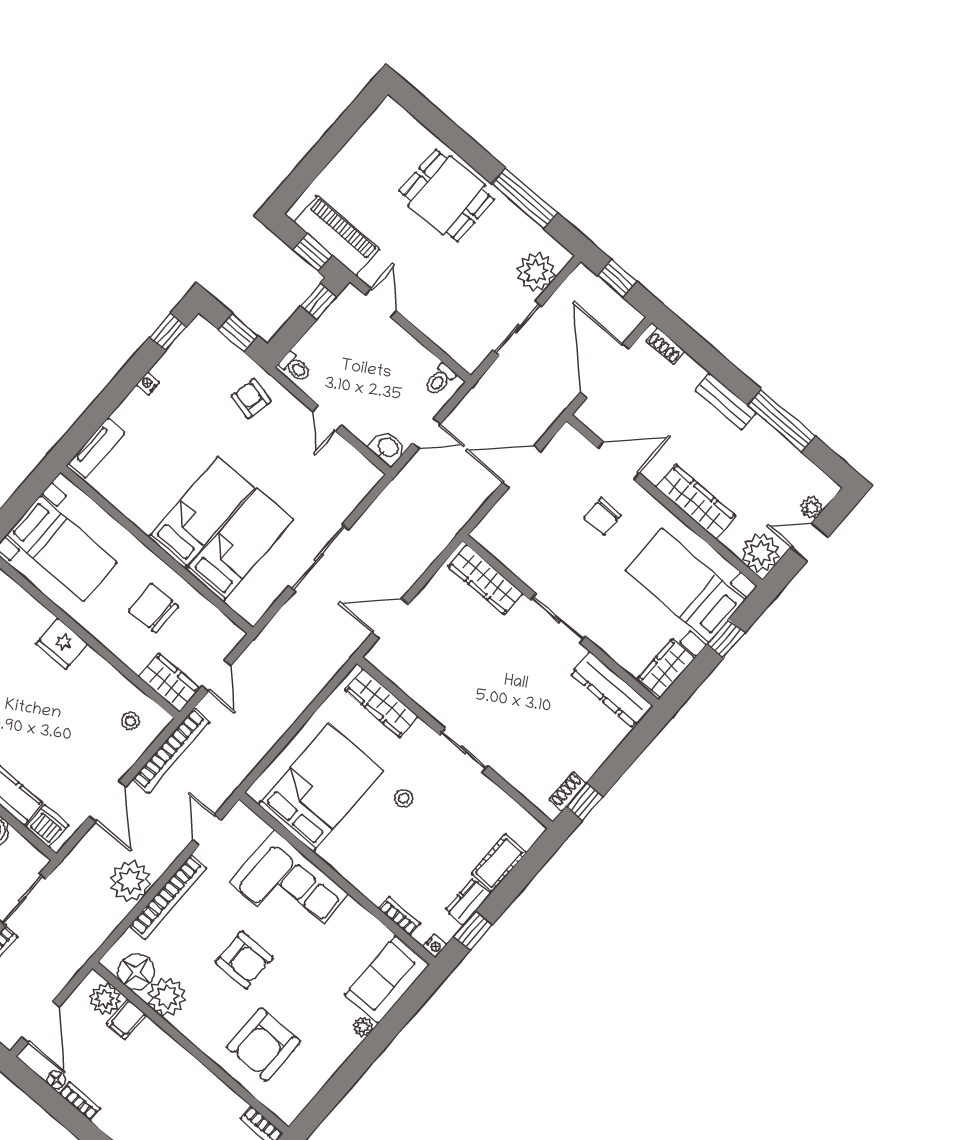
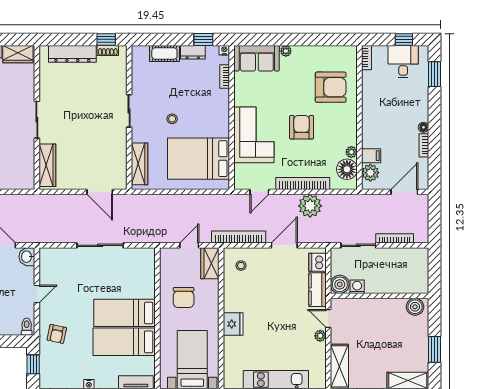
bed: (240, 545) -> (124, 342), moved
dresser: (611, 689) -> (72, 54), moved, turned 90
plant: (167, 997) -> (351, 152), width x0.53, depth x0.53
floor lamp: (56, 1080) -> (423, 127), moved

